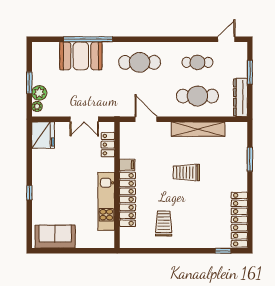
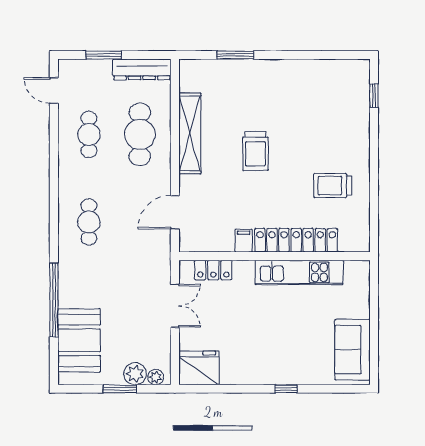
booth: (81, 56) -> (79, 340), moved
cafe table: (140, 62) -> (89, 222), width x0.73, depth x0.74
locker: (239, 220) -> (327, 71), removed

